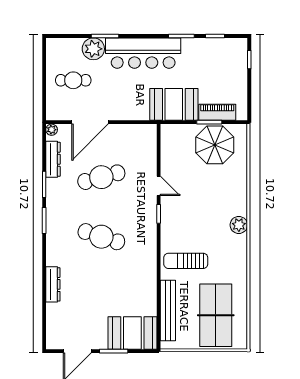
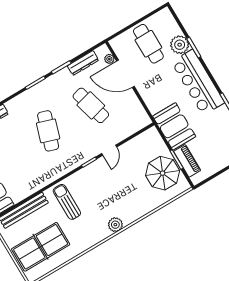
cafe table: (73, 80) -> (148, 44), width x1.37, depth x1.35
plant: (52, 130) -> (109, 59), moved

